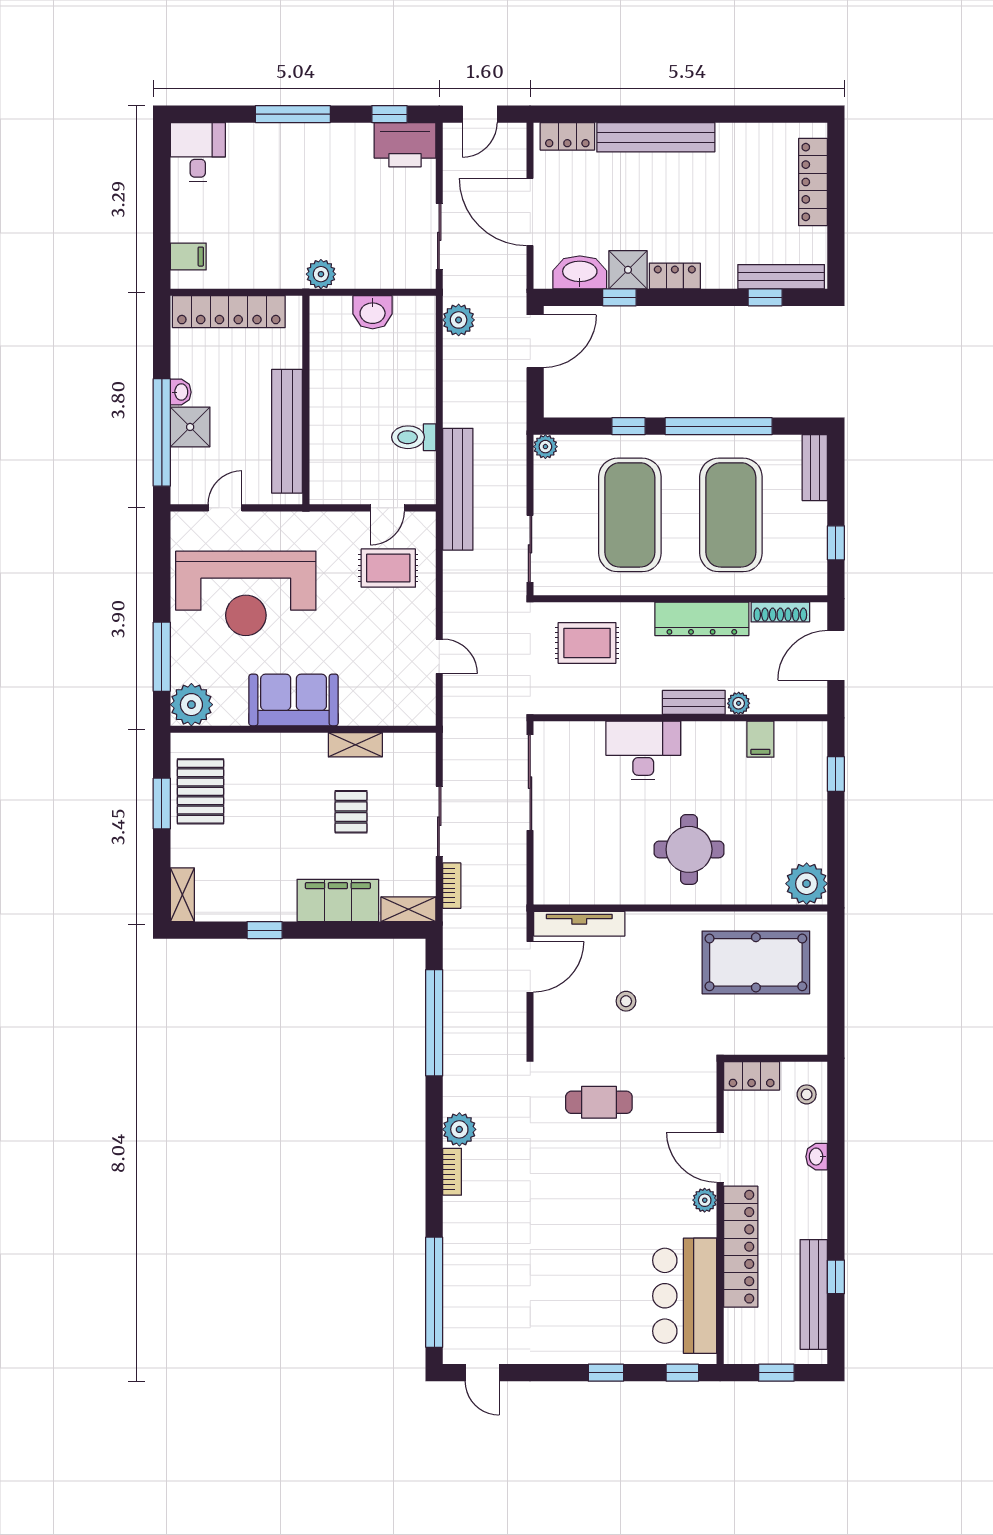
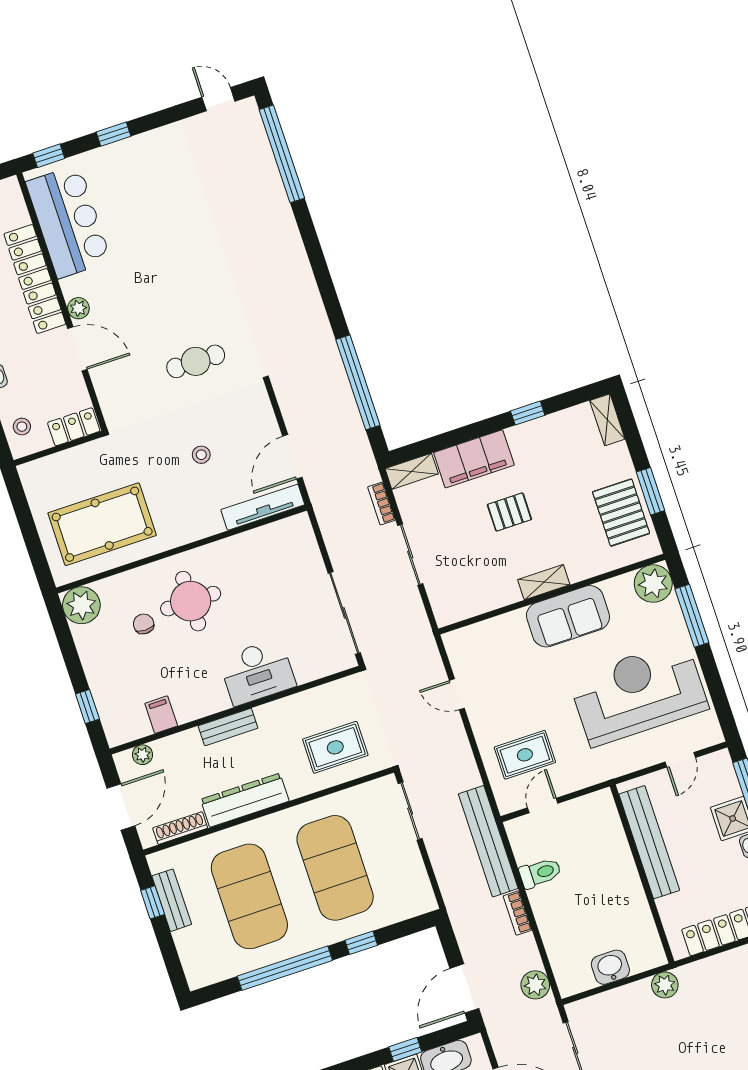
plant: (545, 447) -> (426, 902), removed
bench: (815, 468) -> (172, 900), moved
plant: (739, 703) -> (143, 755), moved
shelving: (355, 745) -> (544, 582), moved
pallet: (351, 812) -> (509, 512), moved, turned 90
chair: (747, 842) -> (144, 624), added
plant: (459, 1129) -> (306, 299), removed
bookcase: (452, 1172) -> (517, 913), moved

